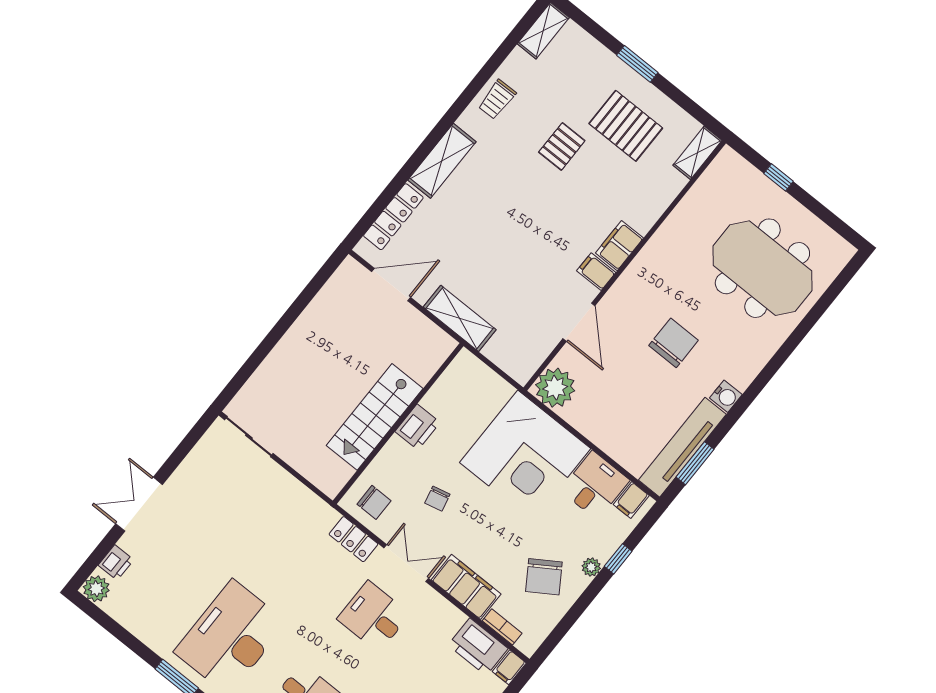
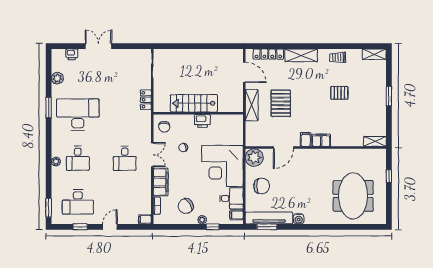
pallet: (626, 126) -> (281, 103), moved
chair: (674, 343) -> (262, 186), moved
locker: (353, 539) -> (146, 100), moved
plant: (96, 589) -> (57, 78), moved
desk: (374, 616) -> (125, 158), turned 180
printer: (478, 647) -> (143, 203), removed

